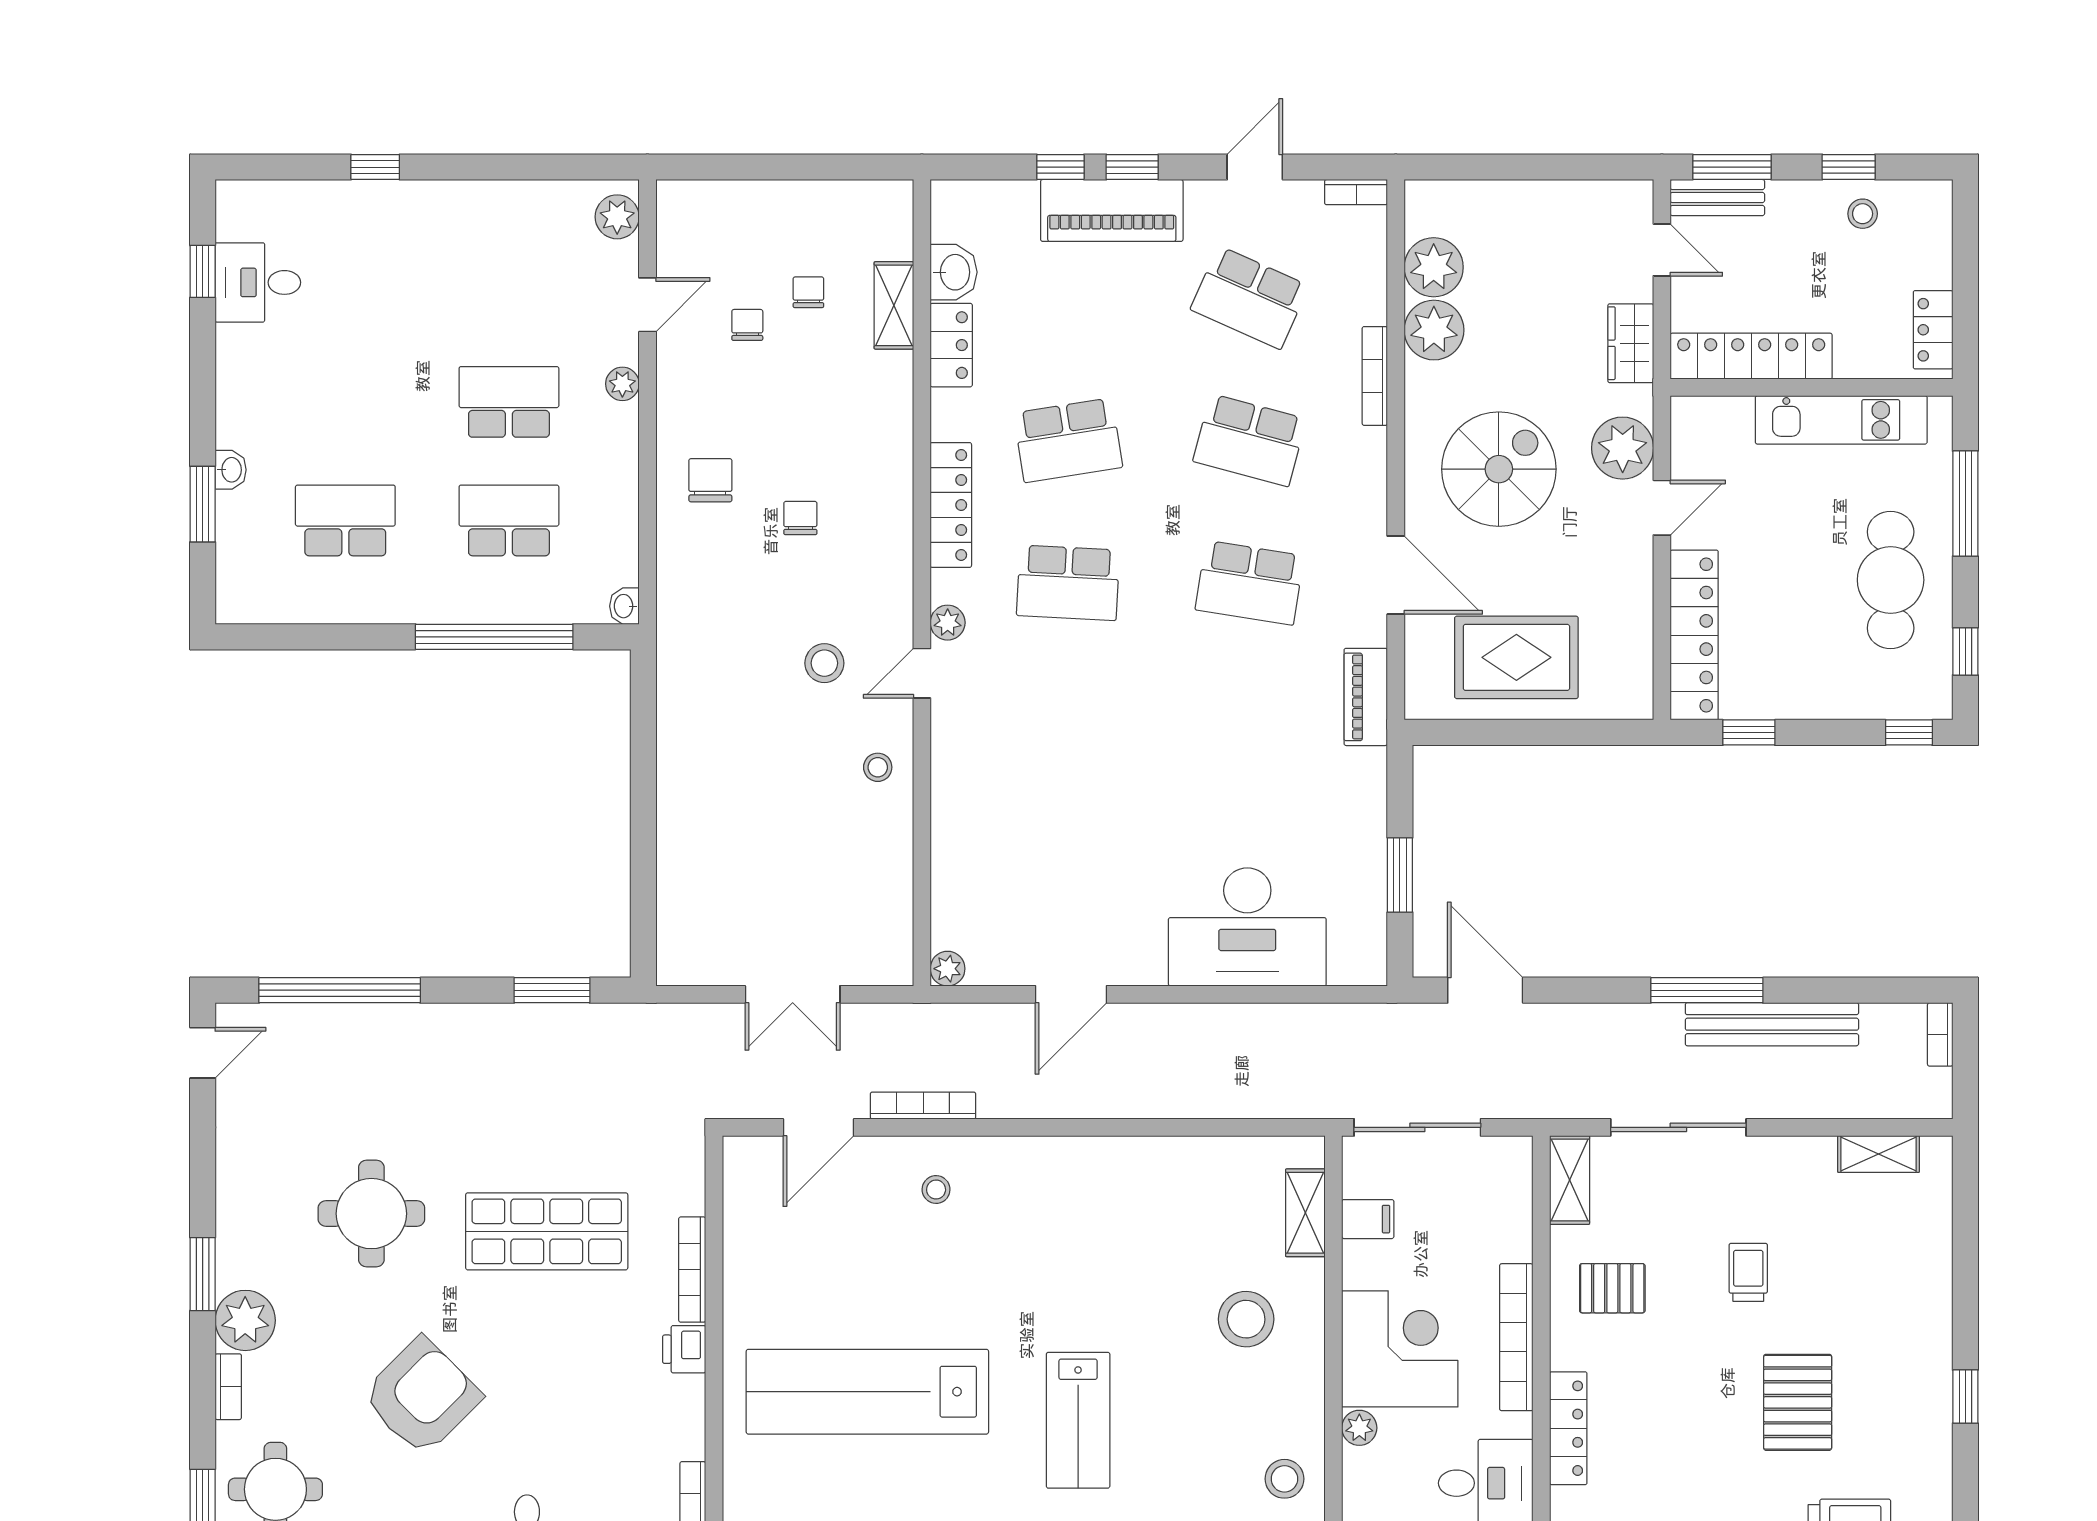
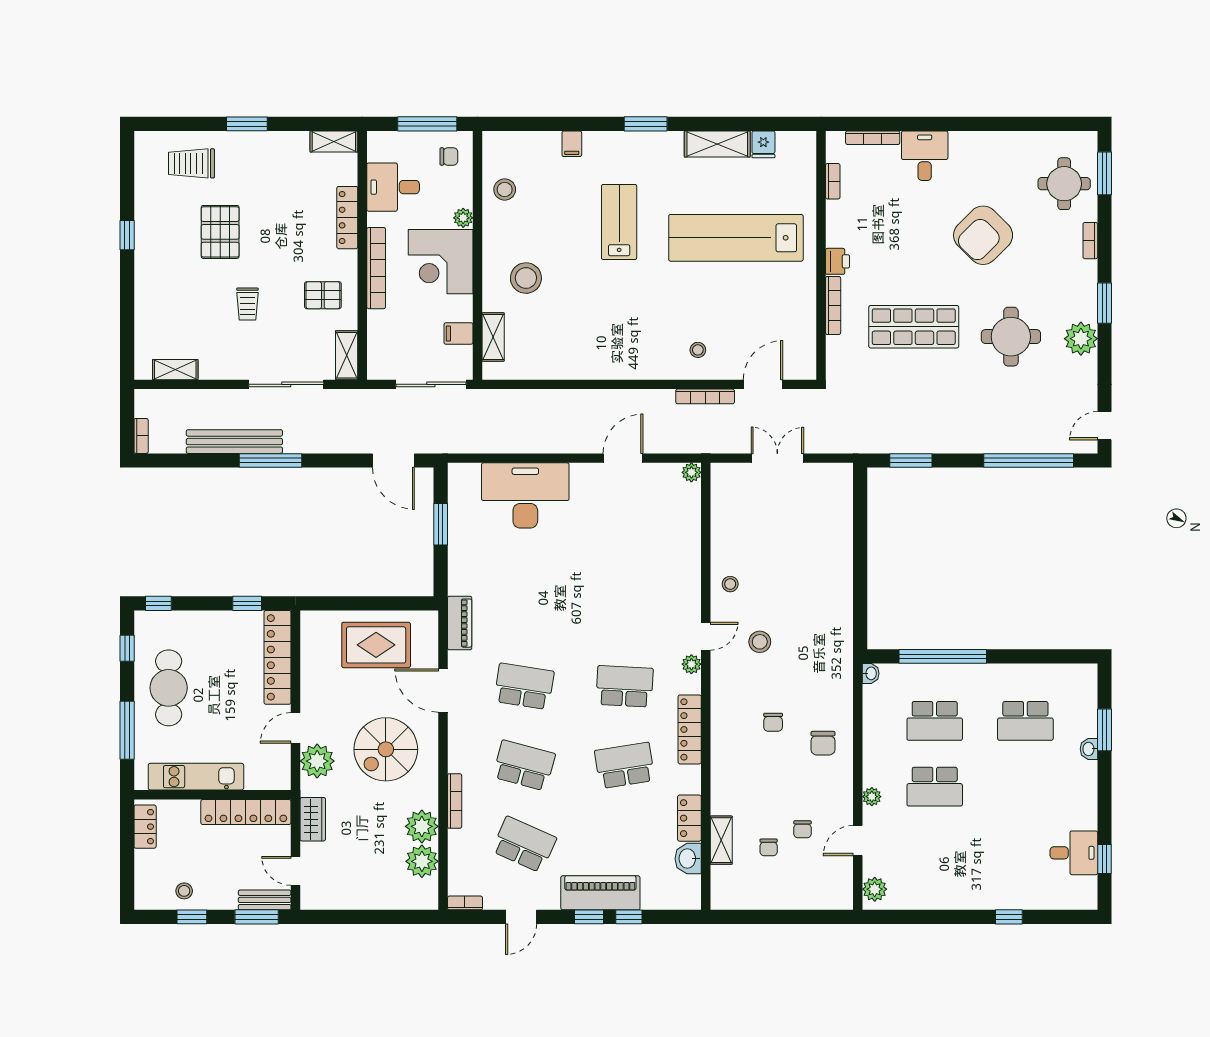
plant: (245, 1320) -> (1081, 339), moved
lab bench: (867, 1392) -> (736, 238), turned 180

